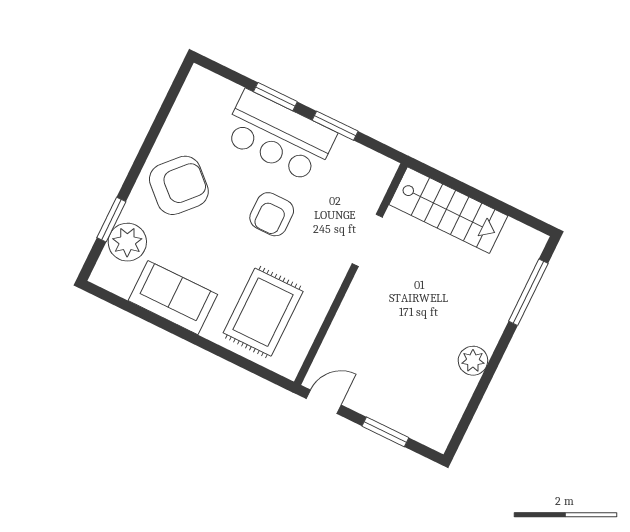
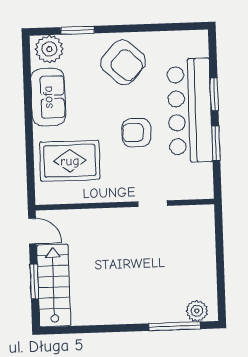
bar counter: (279, 136) -> (190, 110), width x1.36
stairs: (448, 210) -> (54, 285), moved, turned 180
doorway: (367, 240) -> (152, 204), width x0.73
plant: (127, 242) -> (49, 49), moved
plant: (473, 361) -> (197, 311), moved

